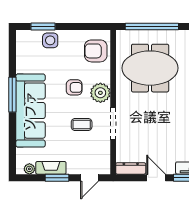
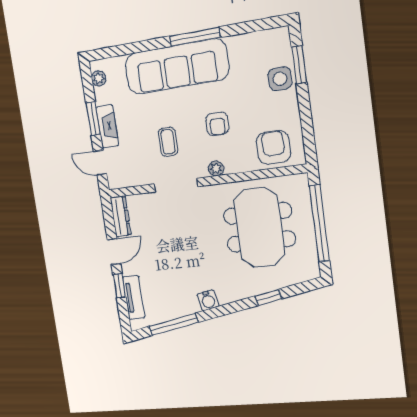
plant: (100, 93) -> (216, 169), width x0.53, depth x0.53
fireplace: (51, 168) -> (107, 126), moved

